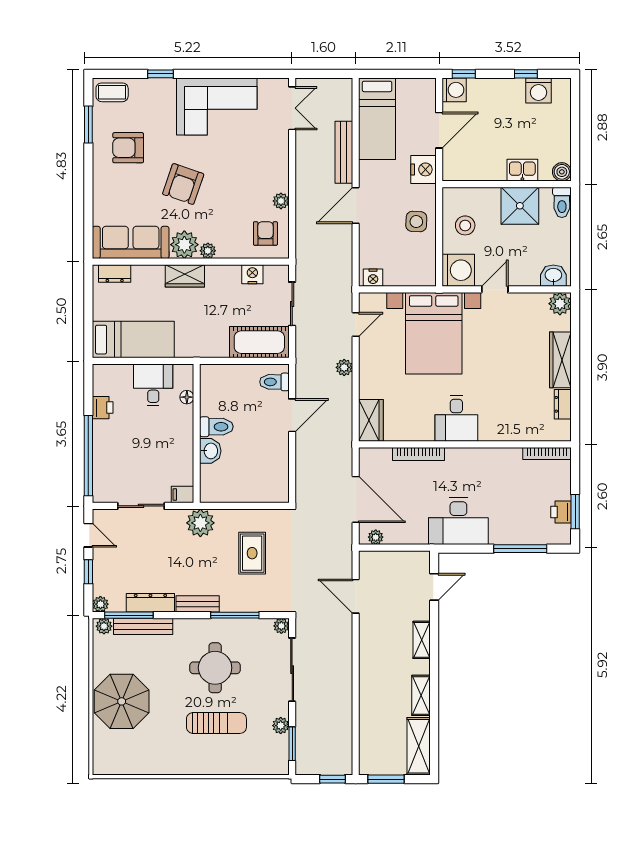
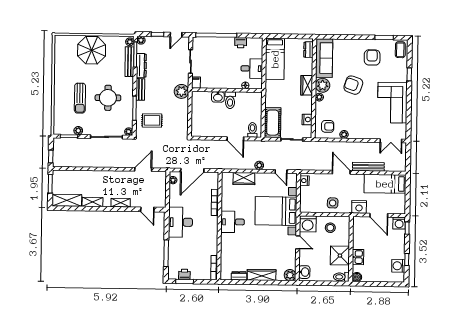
wardrobe: (371, 420) -> (244, 179), moved
rug: (252, 553) -> (152, 120), moved

